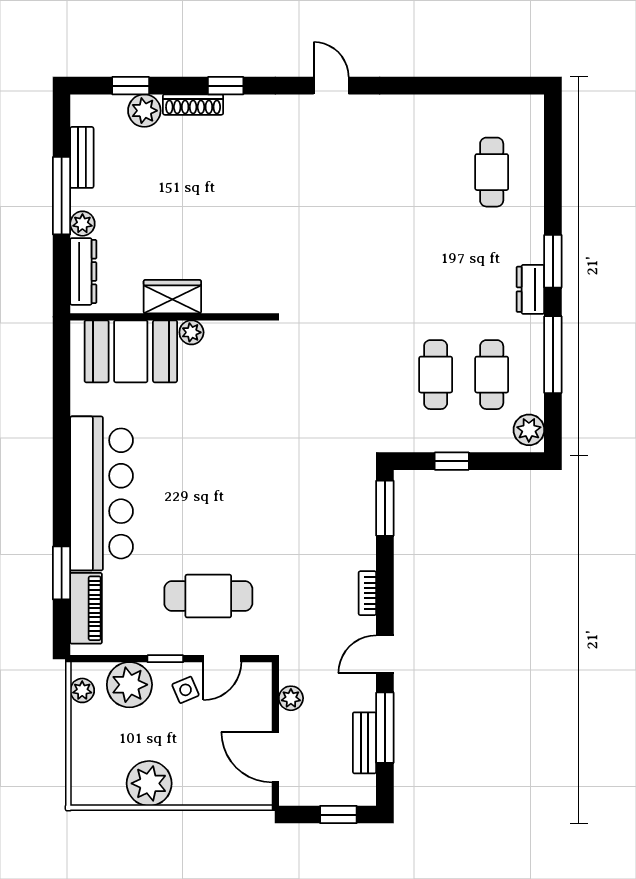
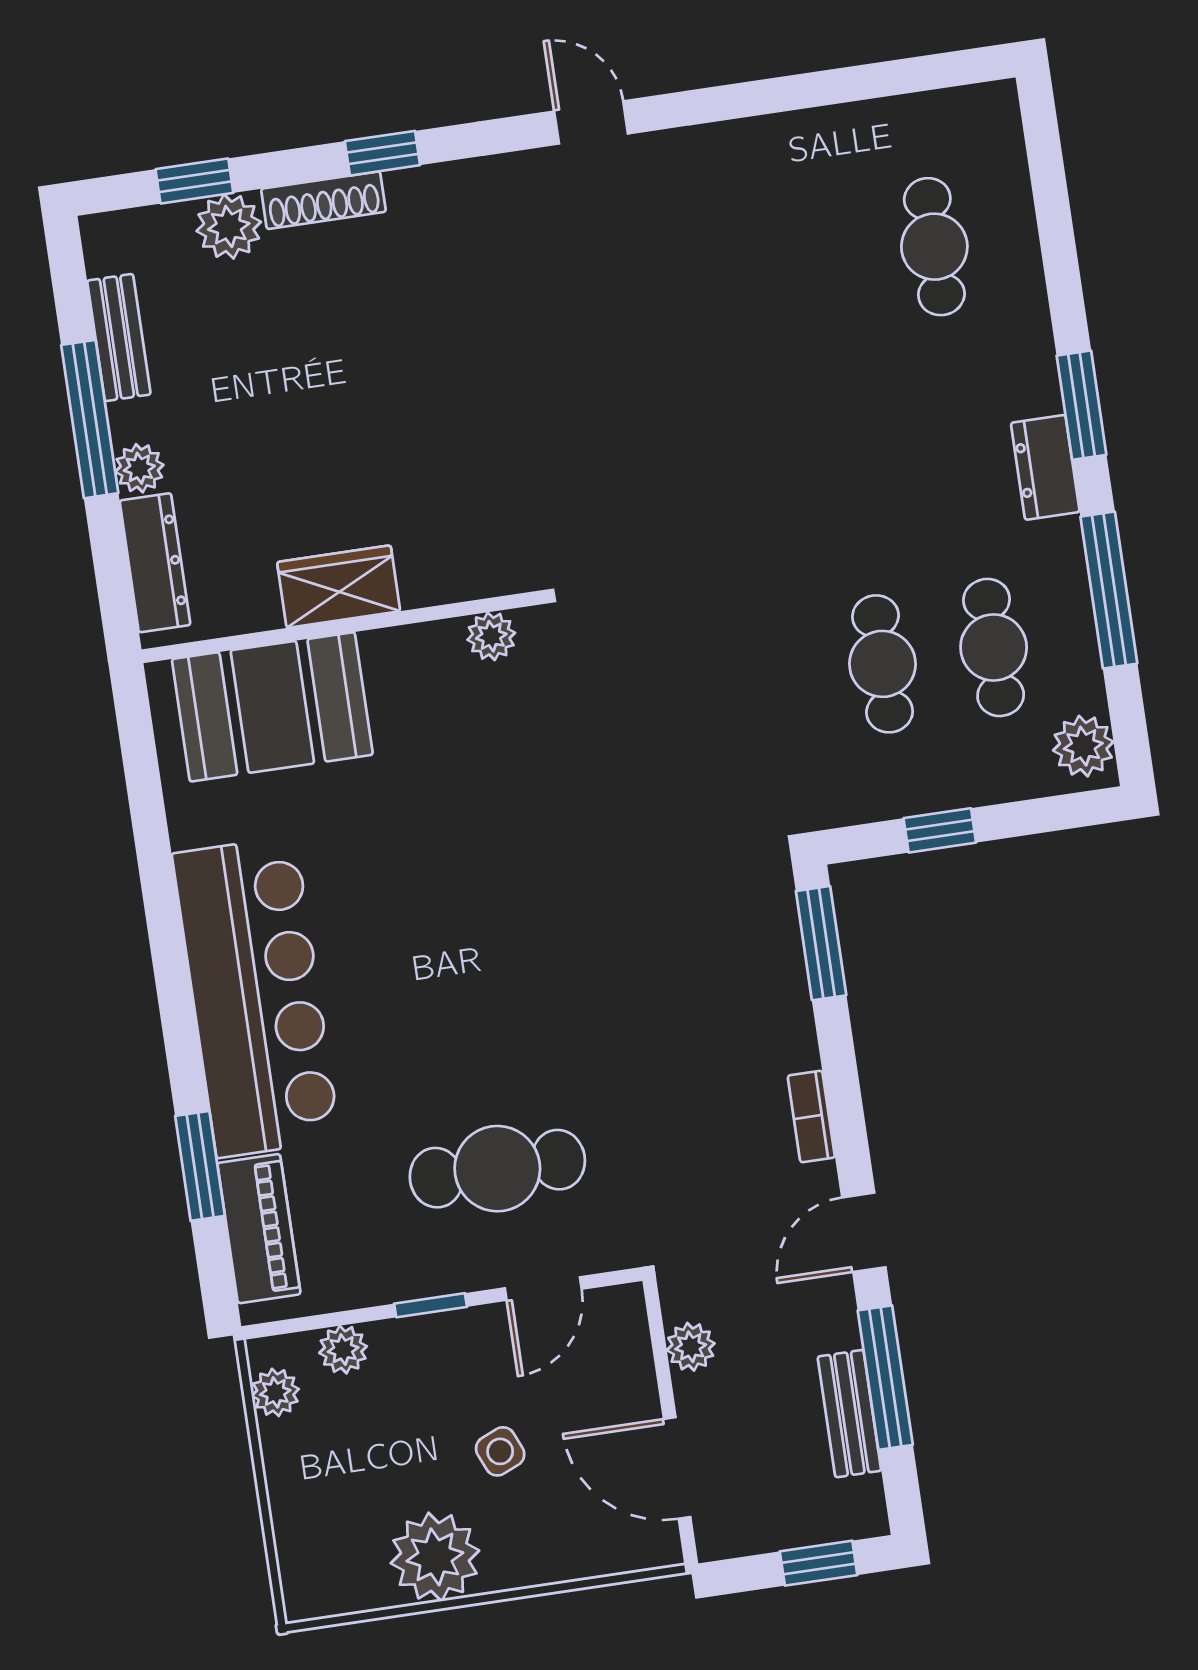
plant: (191, 332) -> (491, 636), moved
plant: (129, 685) -> (343, 1350), width x0.53, depth x0.53
side table: (186, 690) -> (500, 1451), moved

